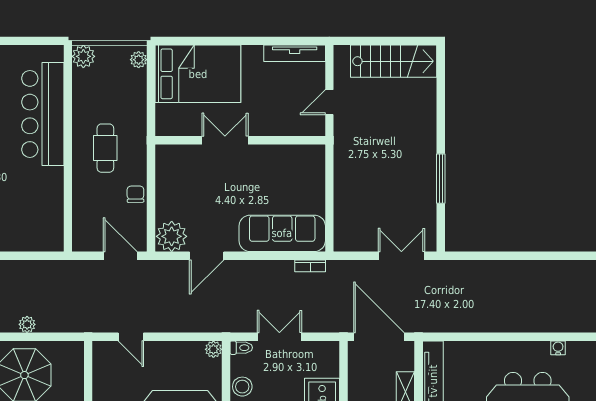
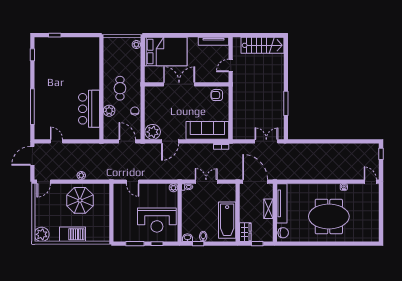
plant: (83, 56) -> (109, 111), moved
bar counter: (43, 114) -> (89, 109), moved, width x0.73
double door: (225, 140) -> (179, 84), width x1.37
armchair: (301, 162) -> (217, 95), added
stool: (242, 387) -> (188, 206), removed

